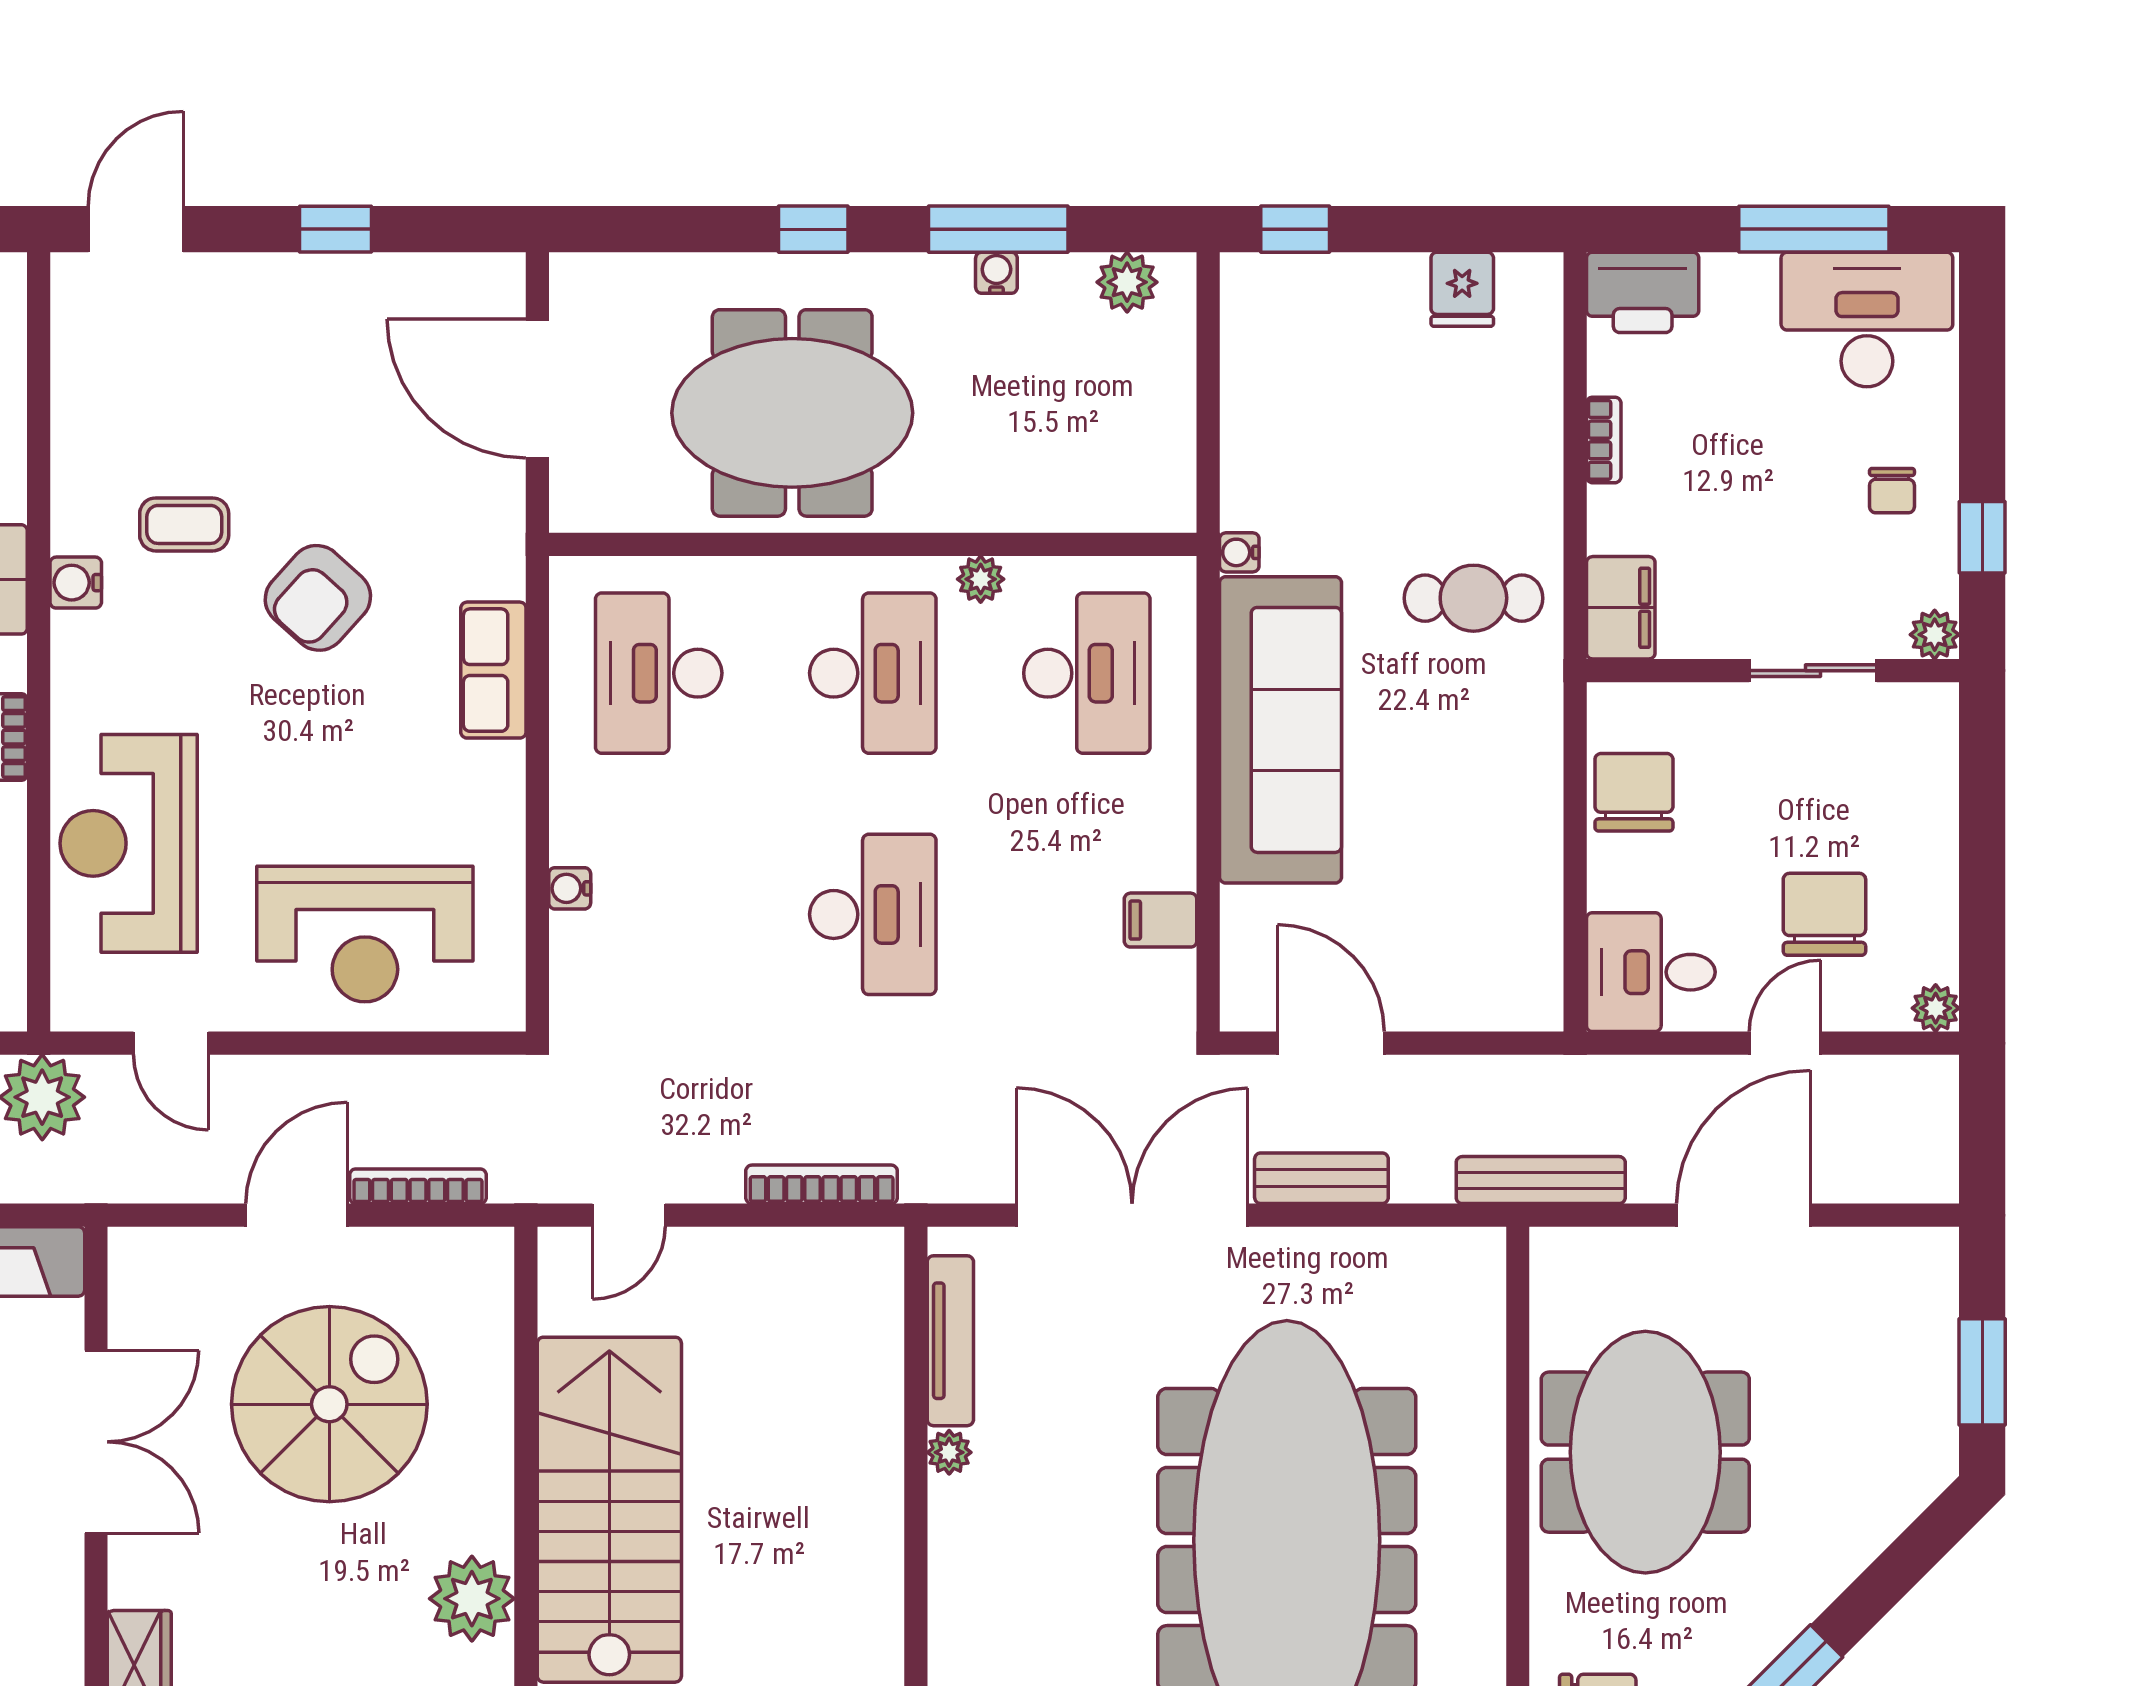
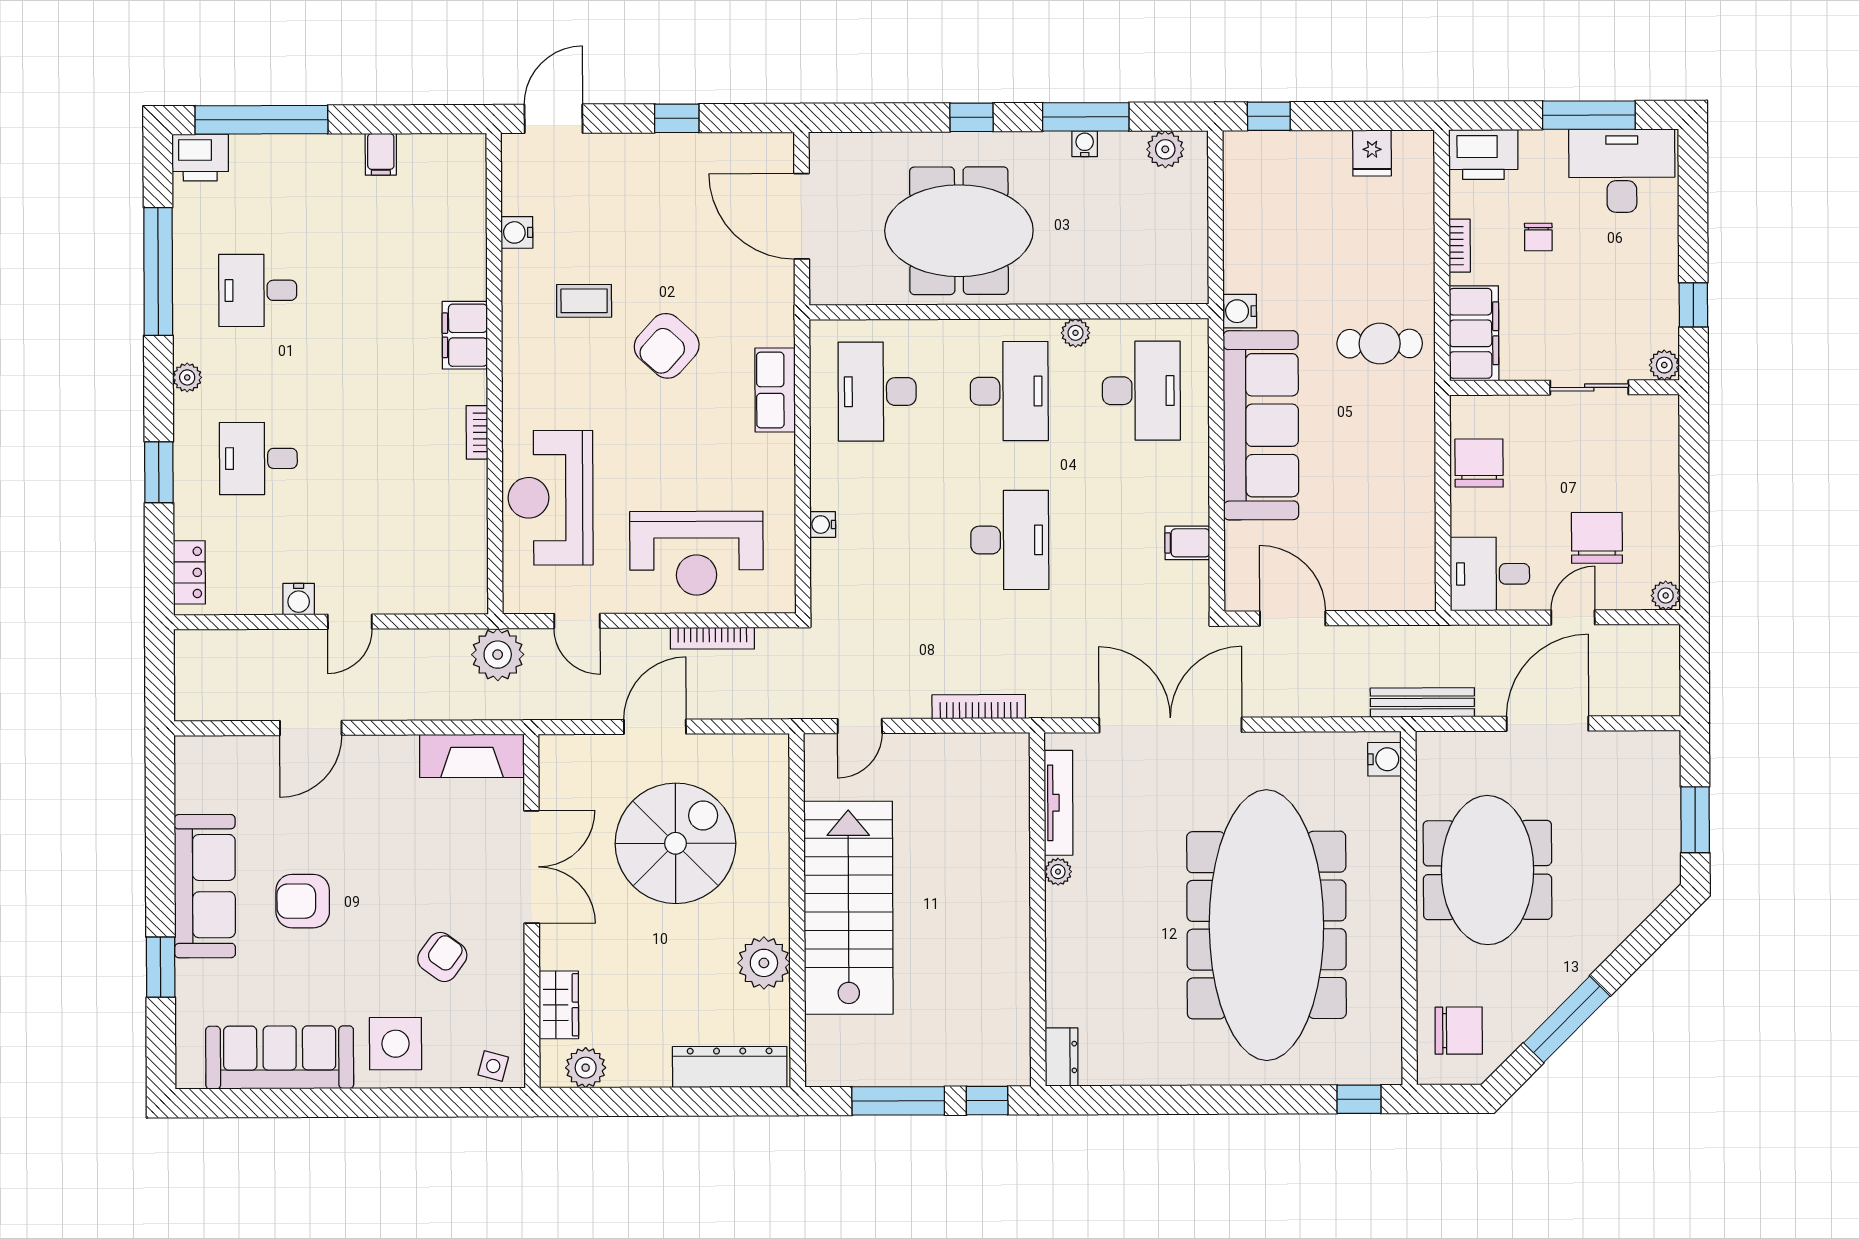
chair: (1892, 491) -> (1538, 237), moved
water cooler: (1239, 552) -> (1240, 311), width x1.38, depth x1.38
water cooler: (76, 583) -> (517, 232), moved
filing cabinet: (1621, 608) -> (1474, 333), width x1.50, depth x1.17
bench: (1321, 1178) -> (1287, 702), removed
bookcase: (418, 1186) -> (712, 638), moved, turned 180
water cooler: (1479, 1272) -> (1385, 759), added

